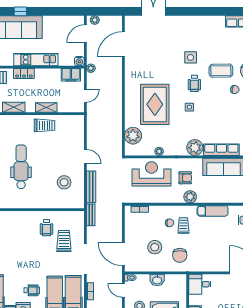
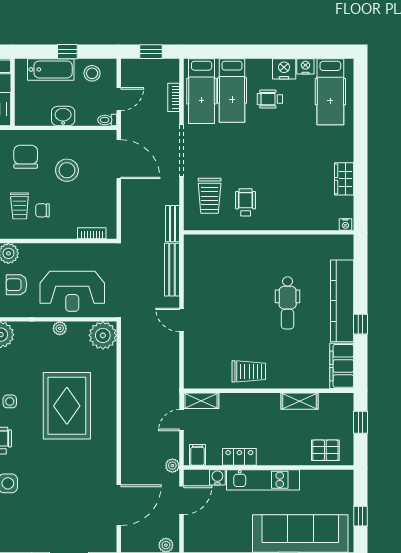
door: (85, 34) -> (182, 500), moved
water cooler: (79, 61) -> (217, 477), moved
locker: (24, 74) -> (239, 457), moved
filing cabinet: (71, 75) -> (197, 455), width x0.50
shelving: (46, 107) -> (201, 401), moved
trolley: (45, 125) -> (249, 371), turned 180
plant: (133, 136) -> (103, 335), moved
dental chair: (21, 167) -> (288, 303), width x0.73, depth x0.72
stool: (64, 182) -> (217, 277), removed
trolley: (64, 241) -> (210, 196), moved
door: (123, 290) -> (119, 99), hinge flipped

